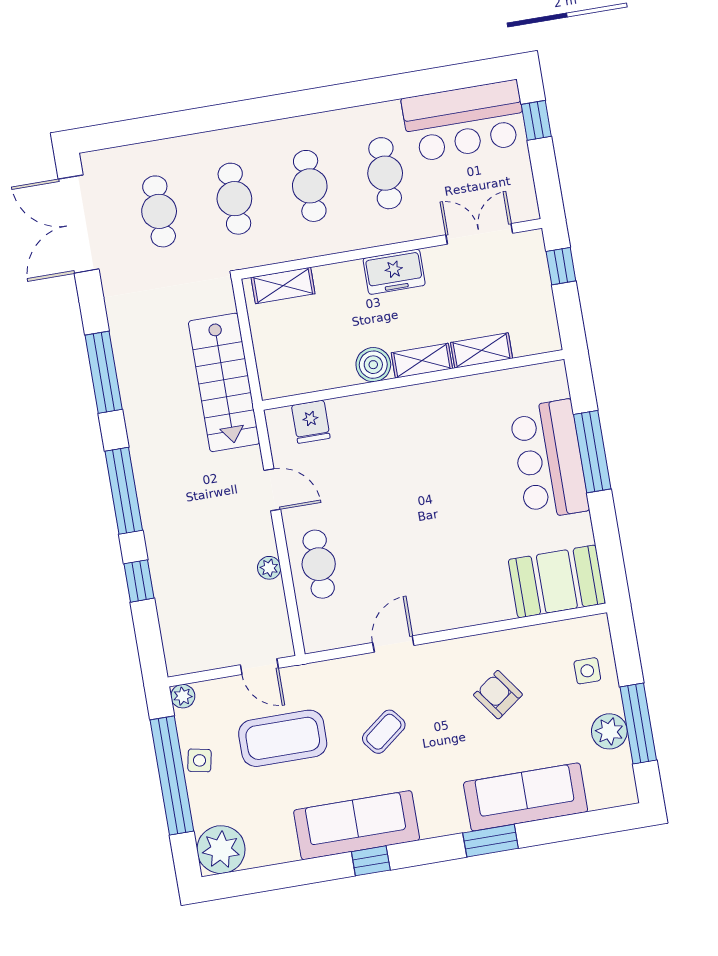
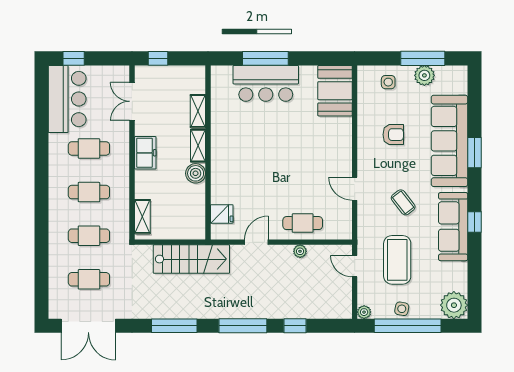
door: (259, 667) -> (355, 266), swing flipped
armchair: (498, 695) -> (393, 135), turned -144
sofa: (526, 797) -> (449, 141), width x1.36, depth x1.27

